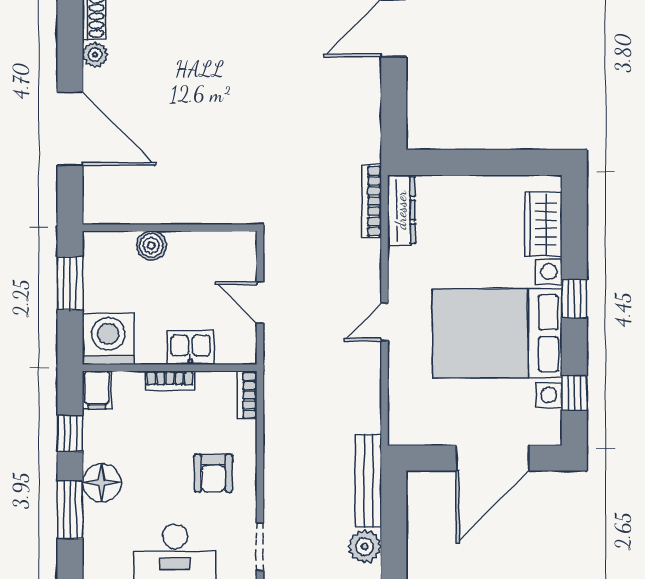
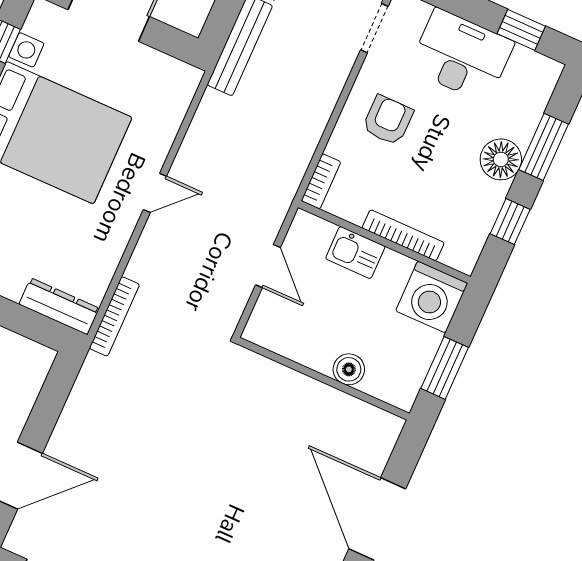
dresser: (401, 210) -> (59, 306), moved, turned 90
bookcase: (170, 381) -> (403, 235), width x1.56
filing cabinet: (97, 390) -> (465, 252), removed

